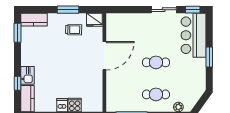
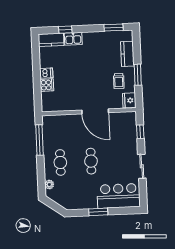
window: (193, 10) -> (140, 132), moved
kitchen counter: (34, 20) -> (127, 54), moved

